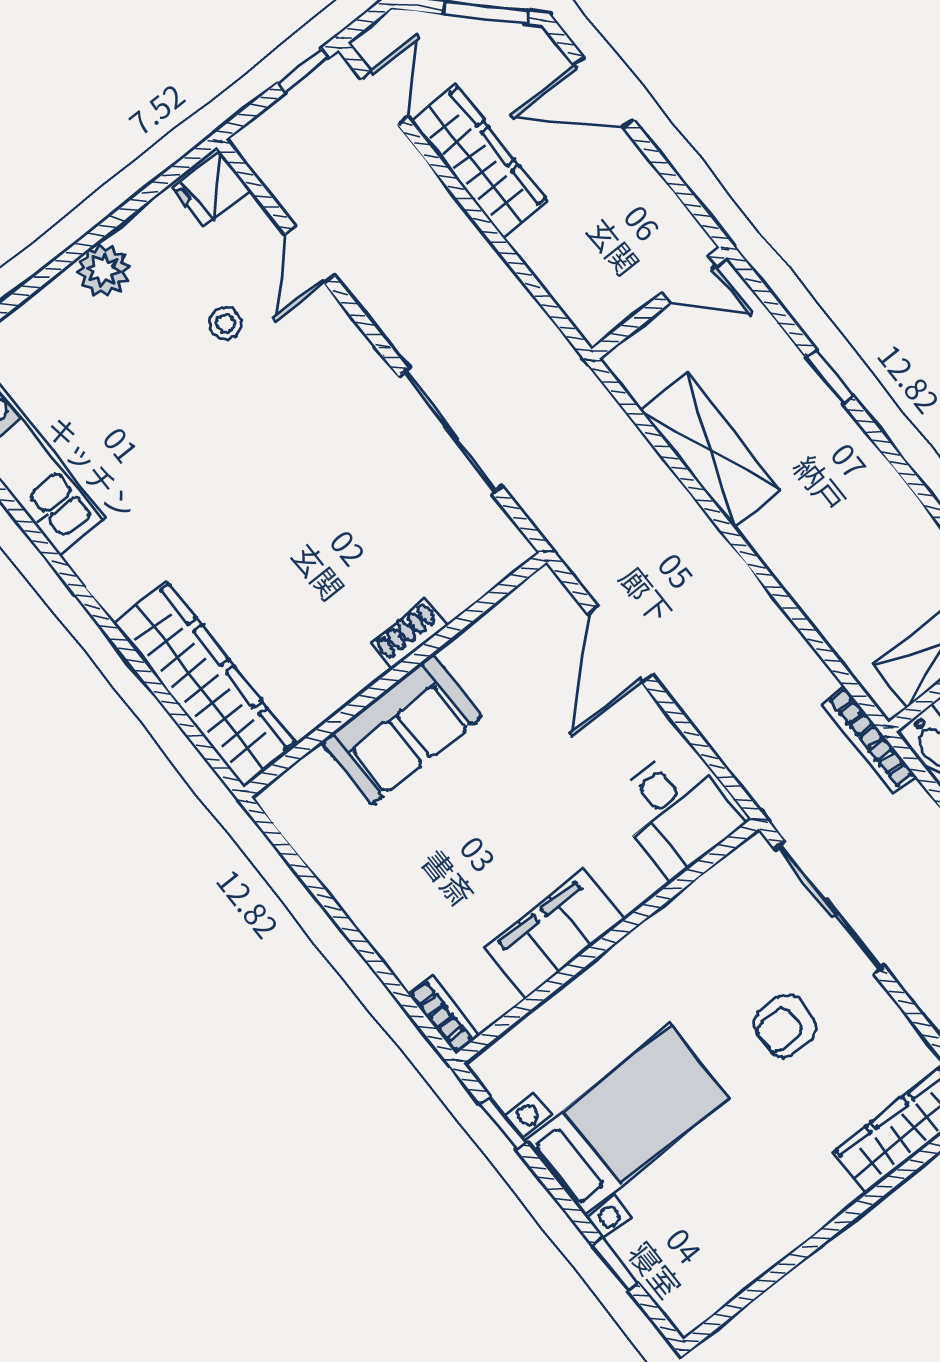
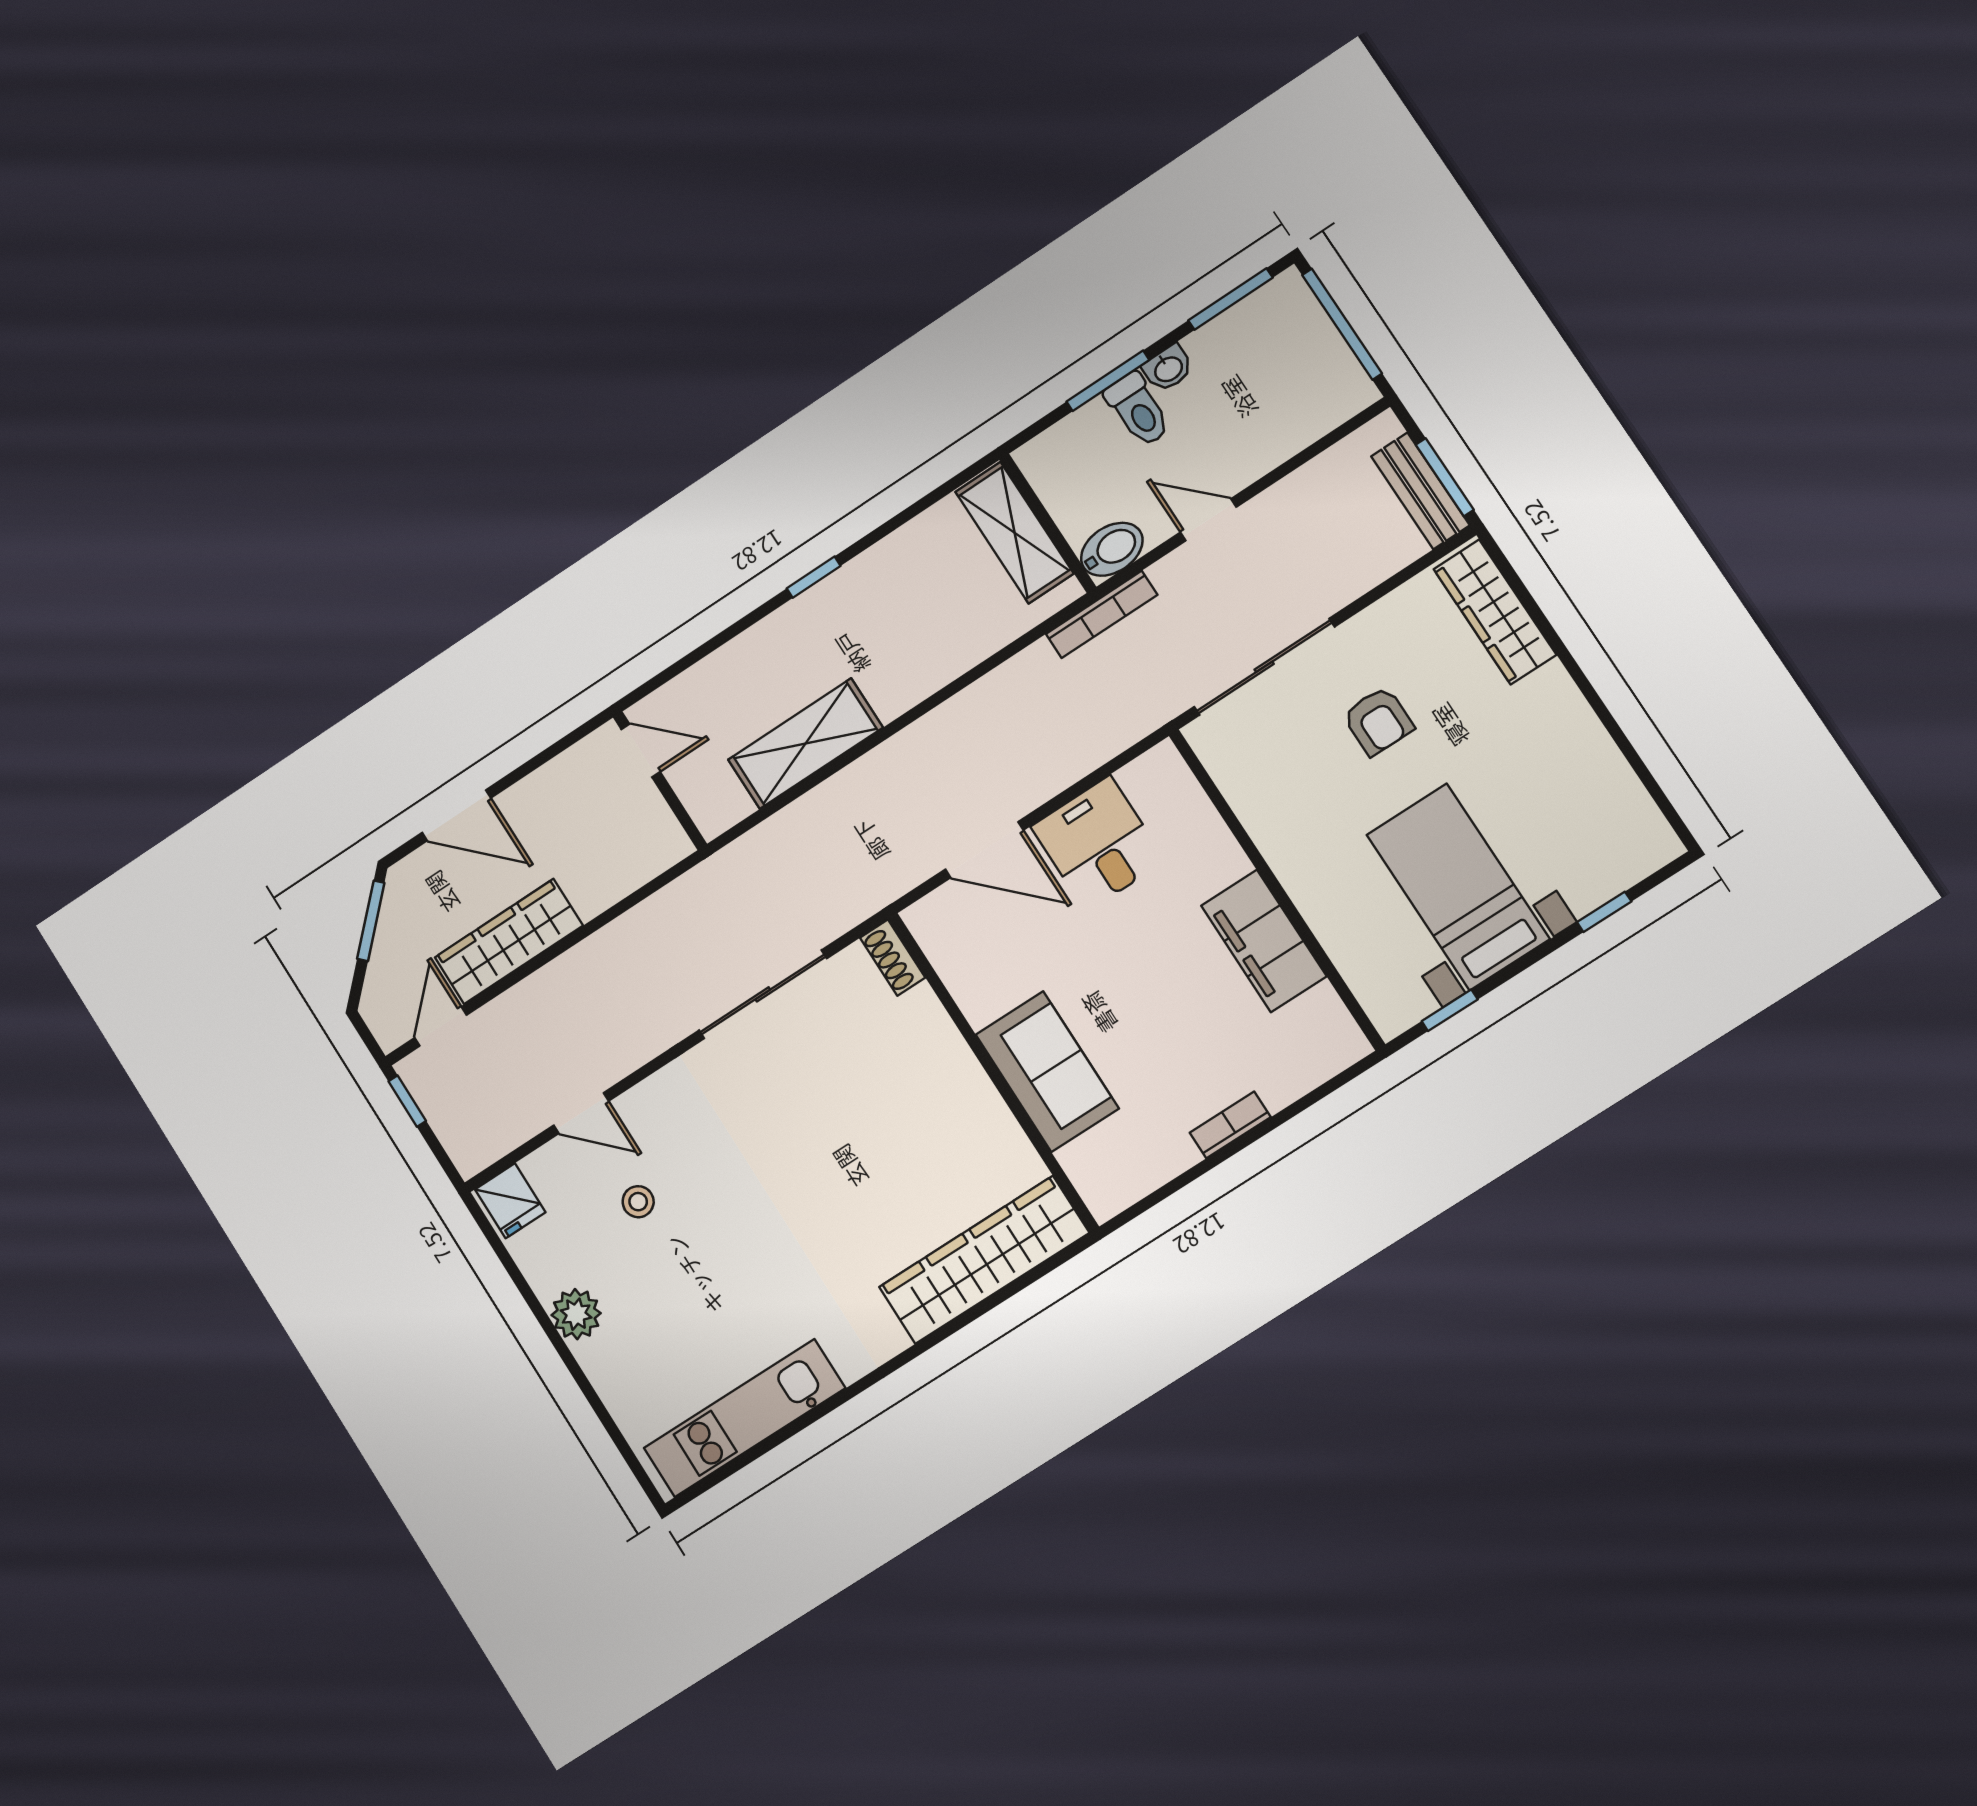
door: (604, 93) -> (456, 815), hinge flipped
door: (384, 98) -> (441, 1026), hinge flipped
door: (688, 280) -> (641, 750), hinge flipped
window: (830, 377) -> (814, 577), moved
shoe rack: (409, 635) -> (893, 958), moved
desk: (676, 812) -> (1098, 844), moved, turned -90
bookcase: (444, 1015) -> (1230, 1125), moved

